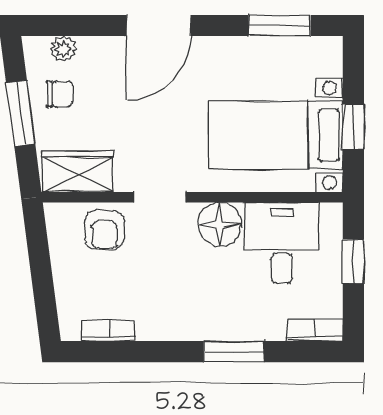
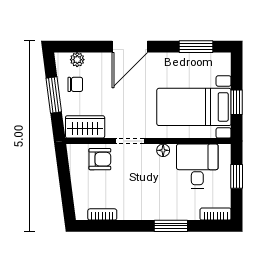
floor lamp: (220, 224) -> (163, 150), width x0.53, depth x0.53
armchair: (104, 230) -> (100, 159), turned -90

